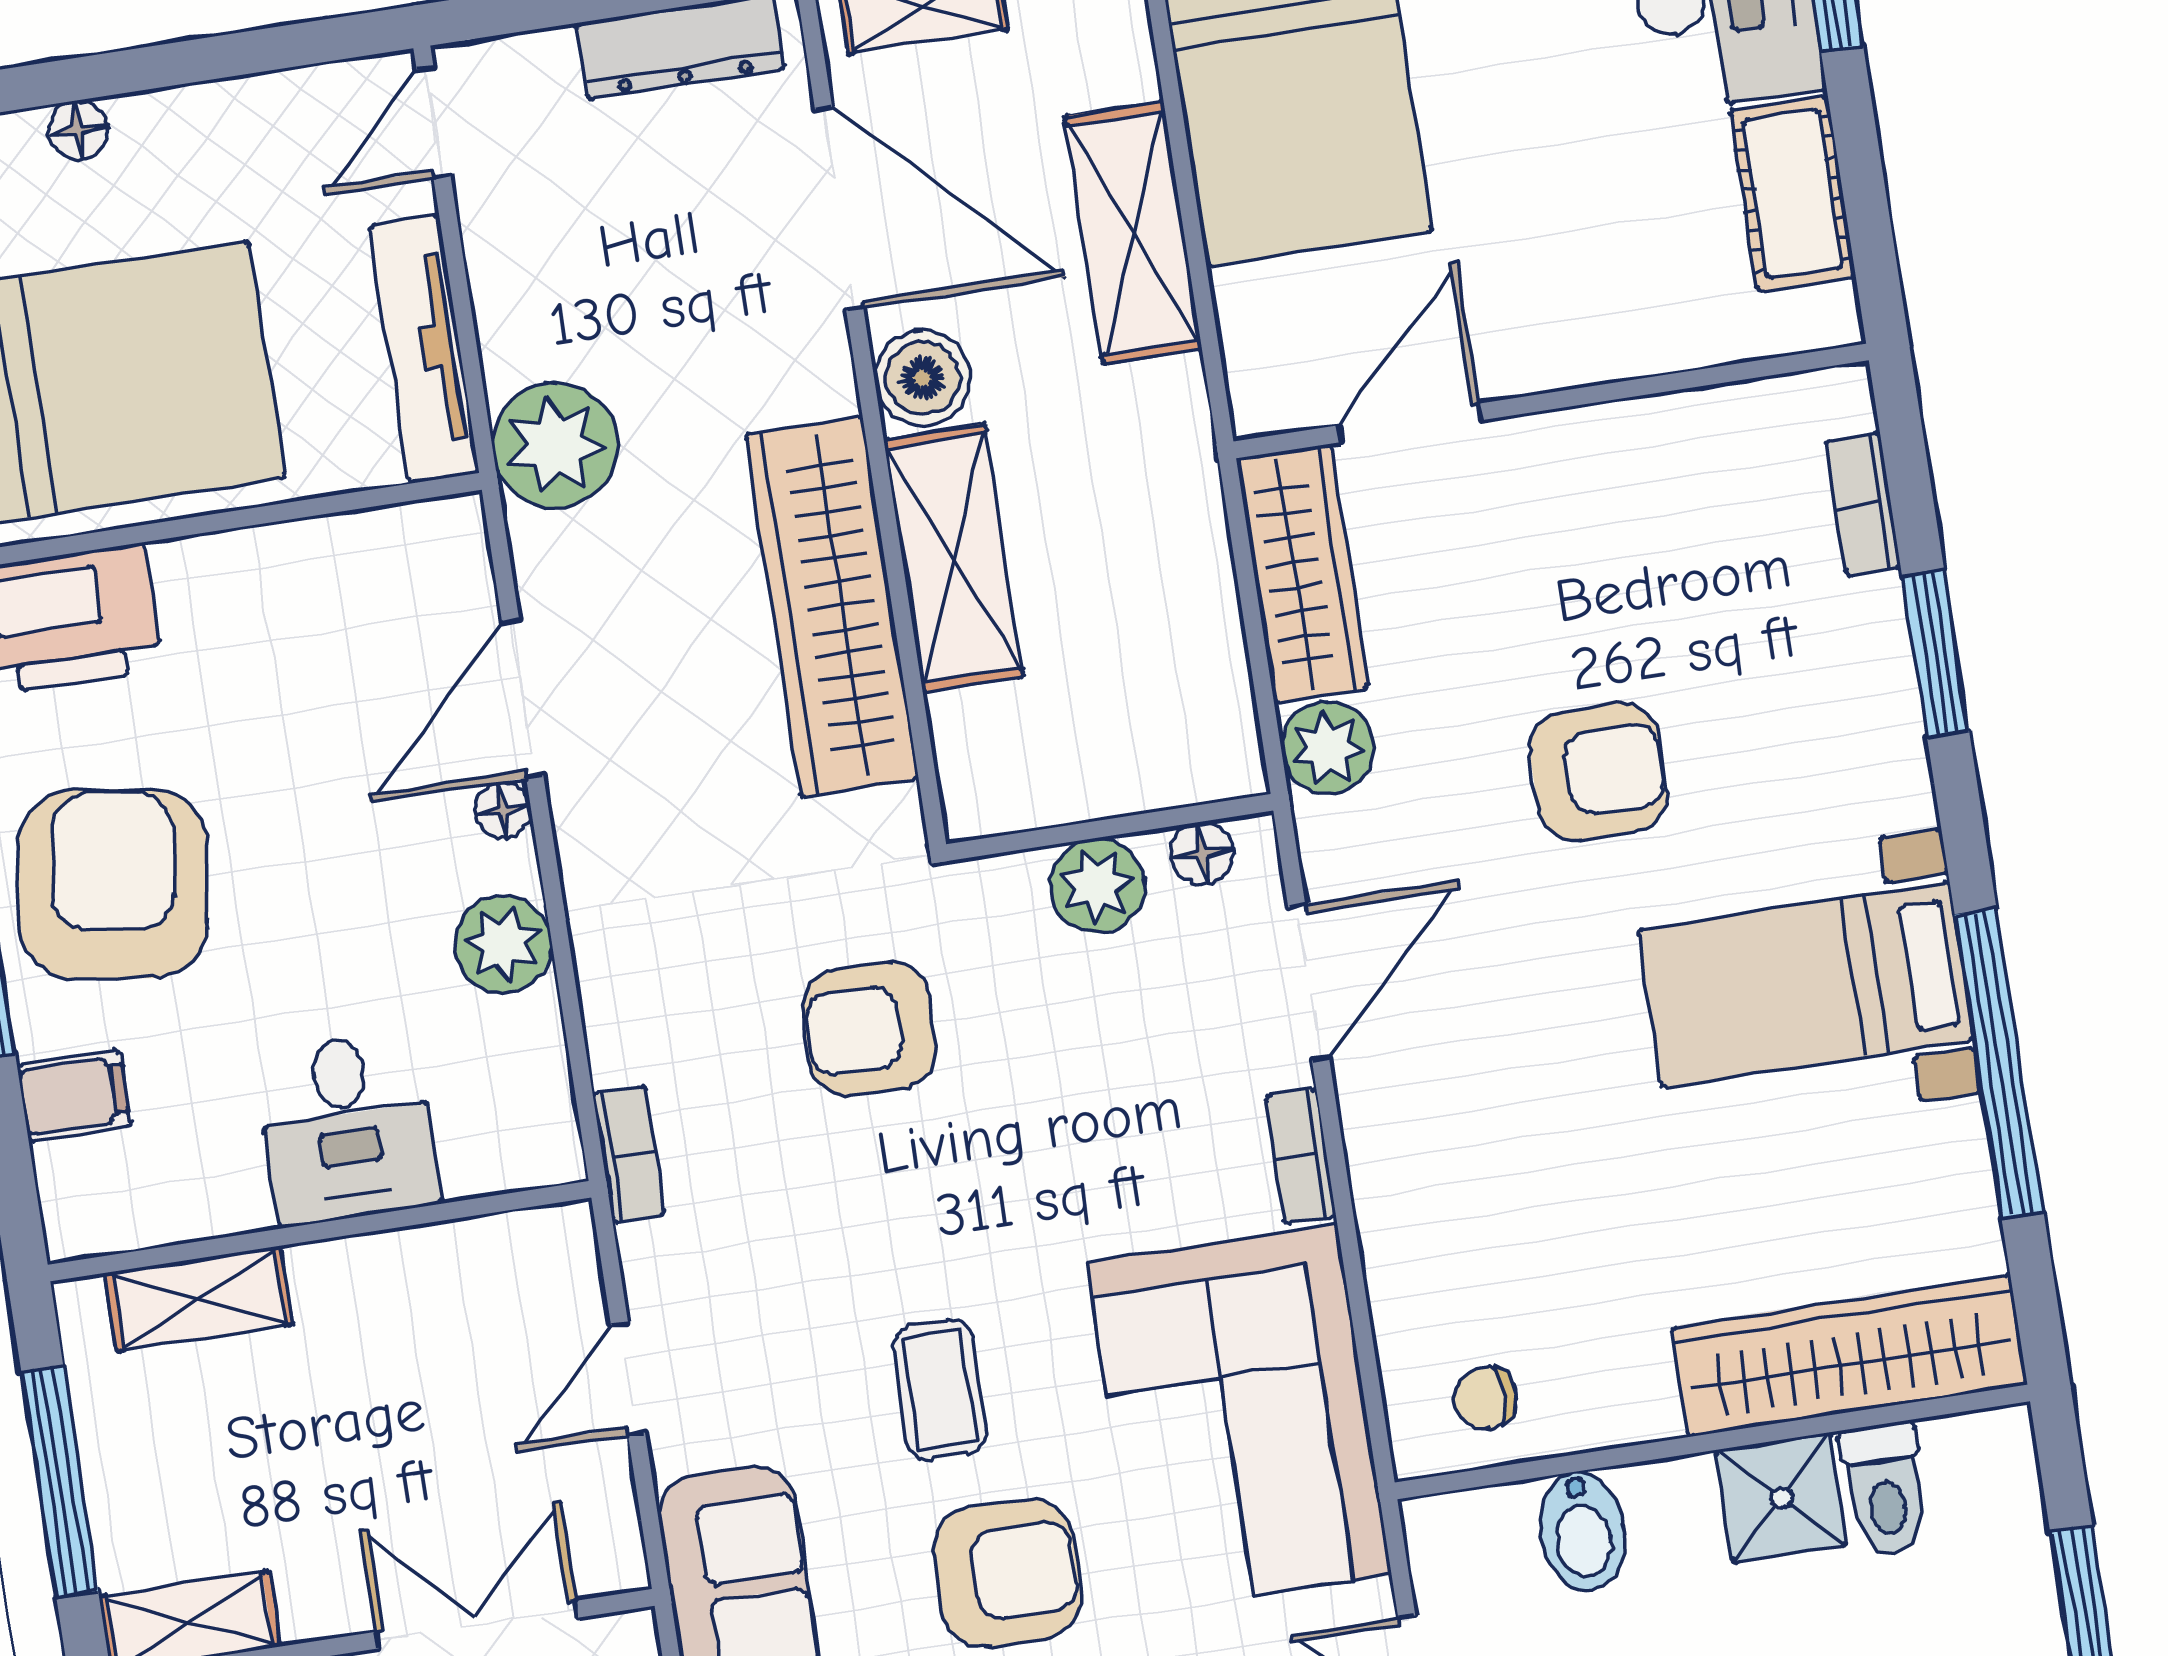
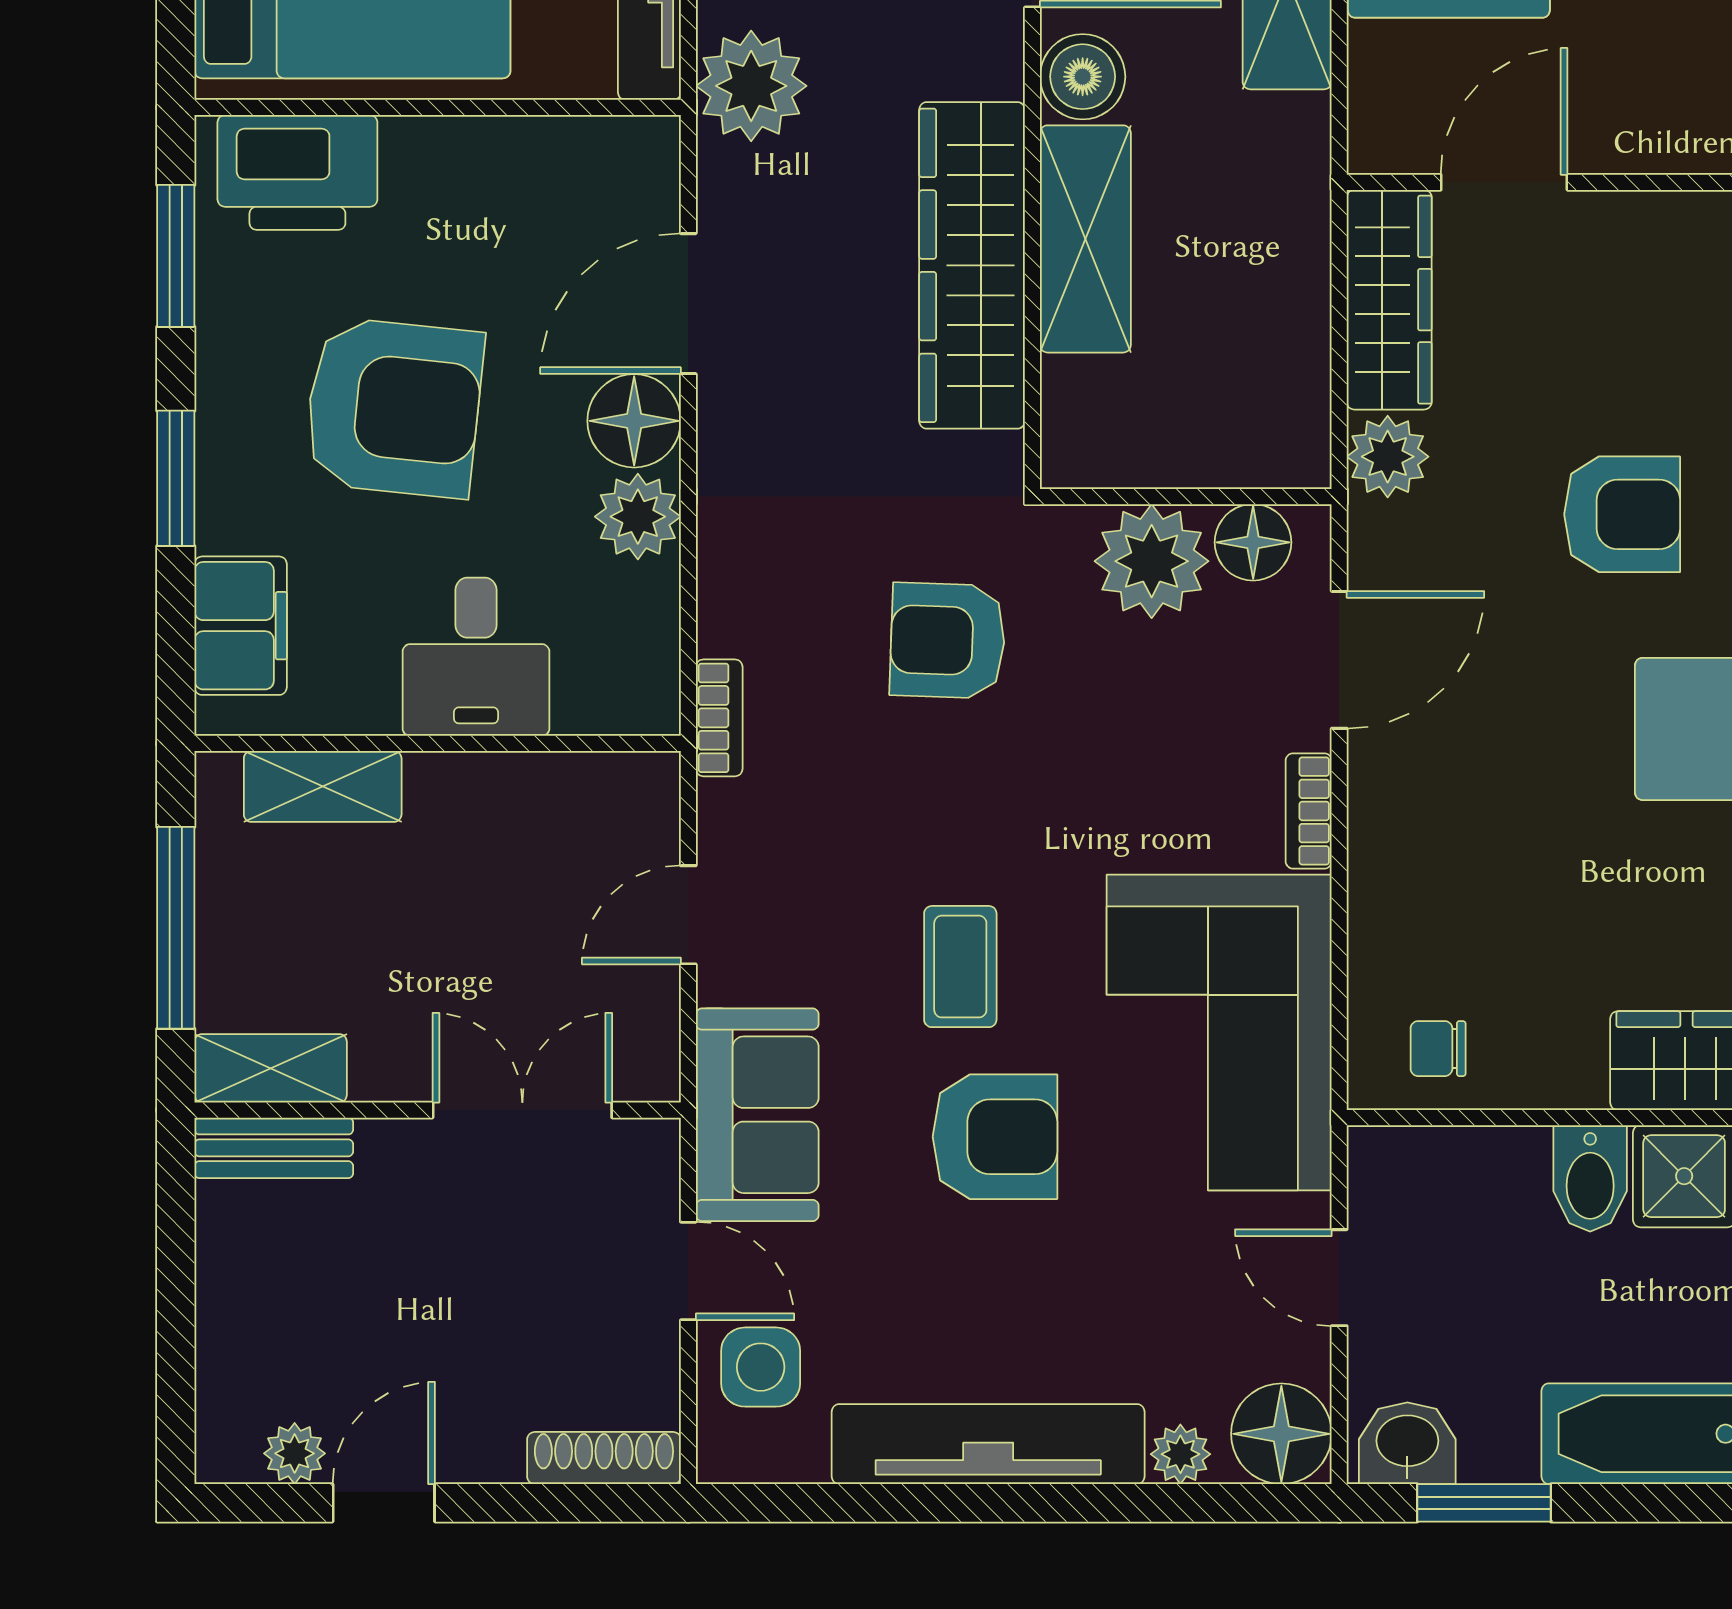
floor lamp: (503, 810) -> (634, 421), width x1.89, depth x1.89
floor lamp: (1202, 853) -> (1253, 542), width x1.37, depth x1.37
armchair: (113, 884) -> (394, 408), moved, turned 88
plant: (1097, 886) -> (1152, 561), width x1.36, depth x1.36
filing cabinet: (74, 1095) -> (241, 626), width x2.00
bidet: (1582, 1531) -> (1590, 1178), moved

